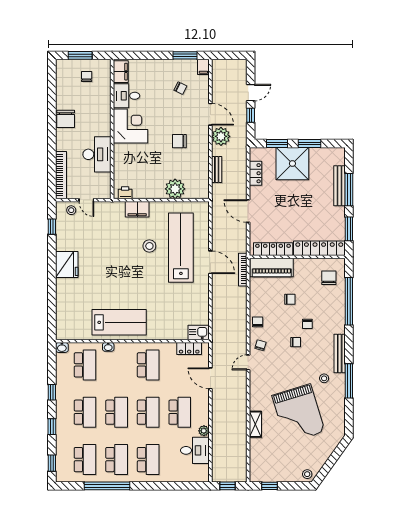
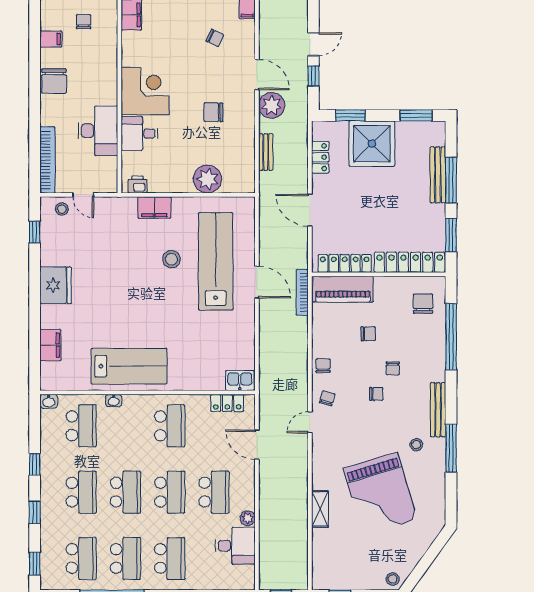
filing cabinet: (63, 89) -> (51, 39), added
desk: (127, 96) -> (139, 133), moved
window: (310, 143) -> (416, 115), moved
filing cabinet: (63, 307) -> (50, 345), added

